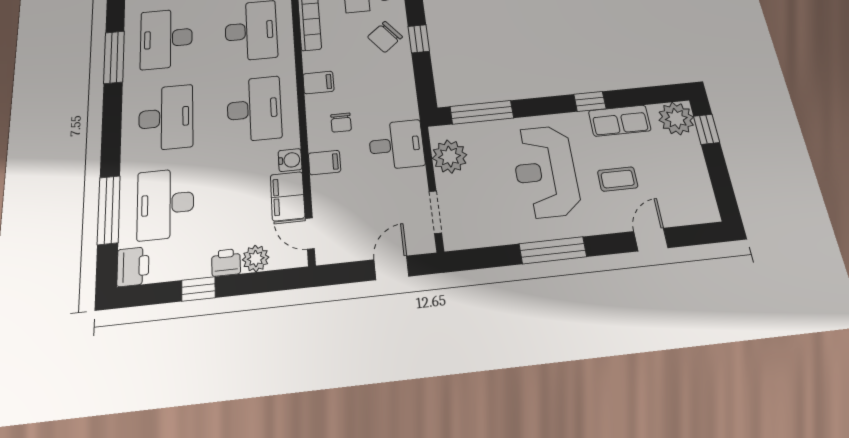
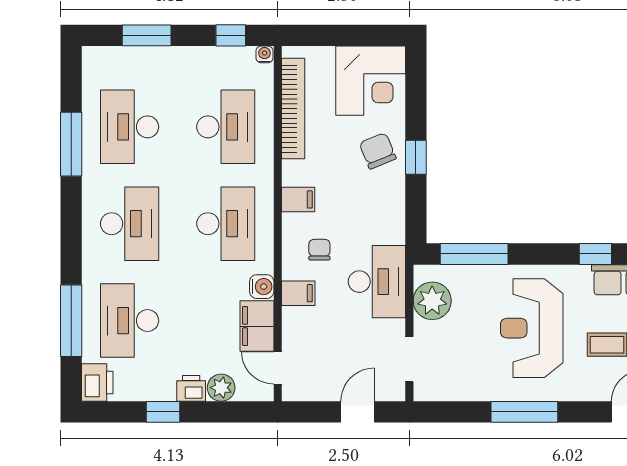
chair: (385, 37) -> (378, 151), turned 107
chair: (341, 123) -> (319, 250), turned 180
desk: (396, 145) -> (377, 282), width x1.37

